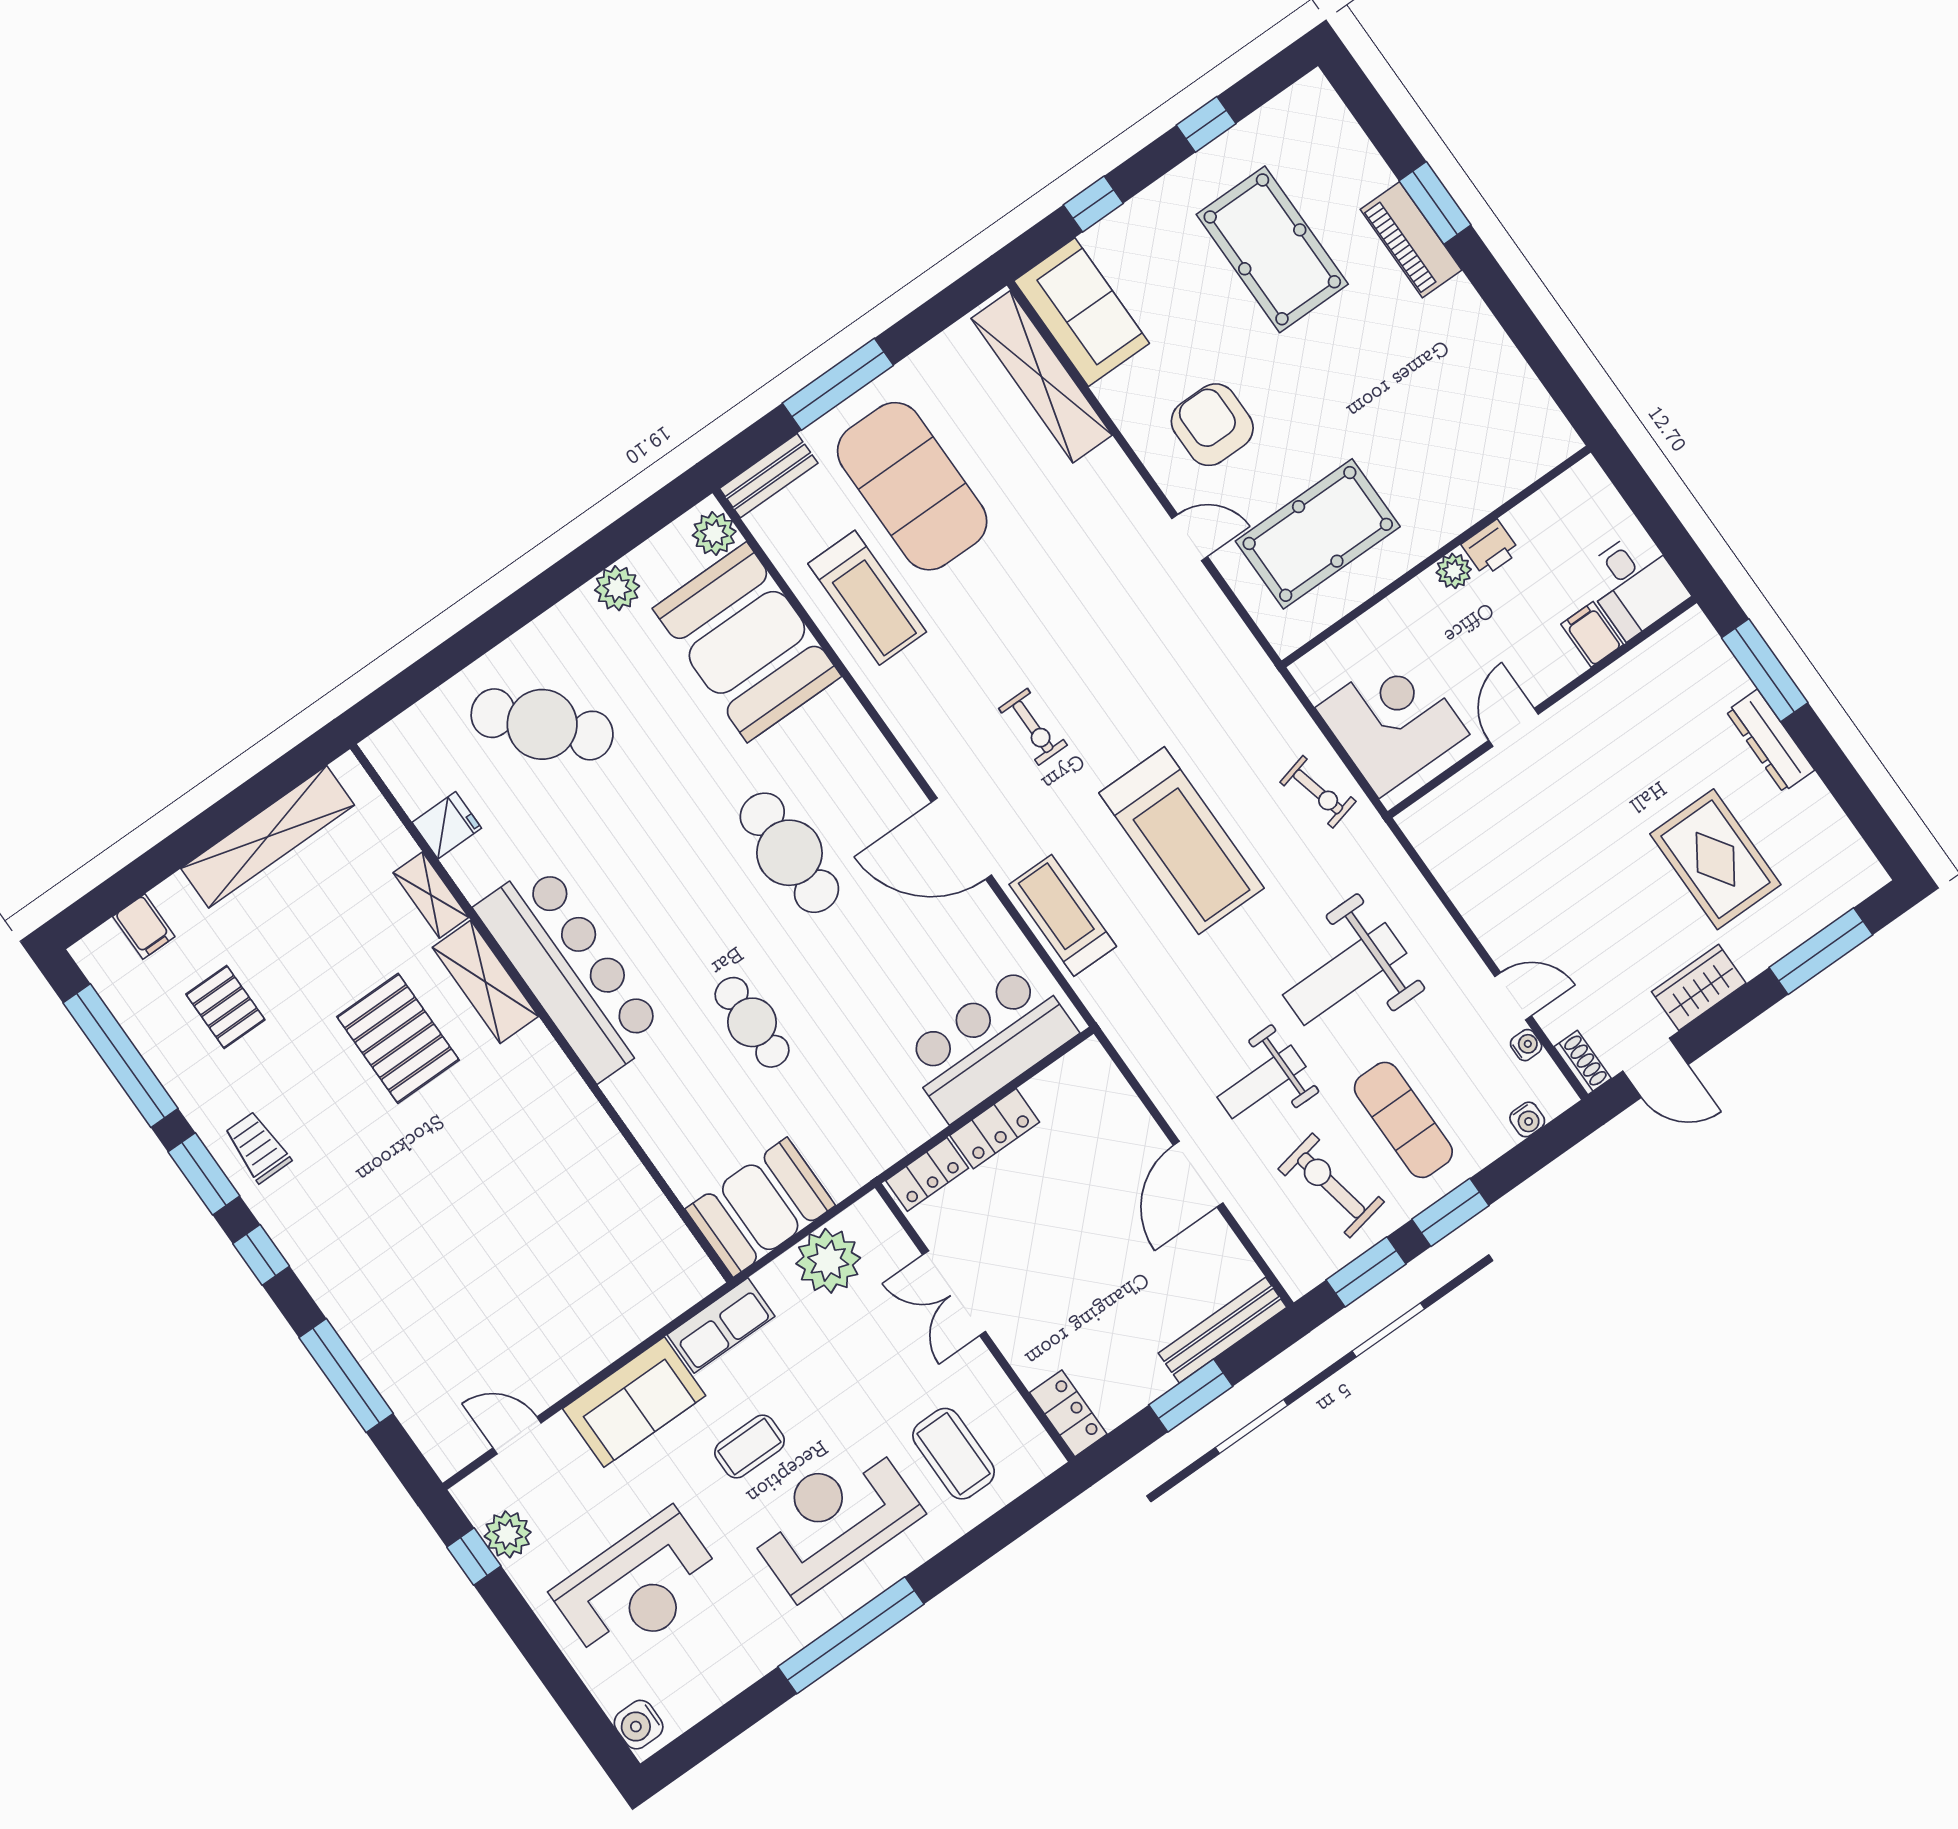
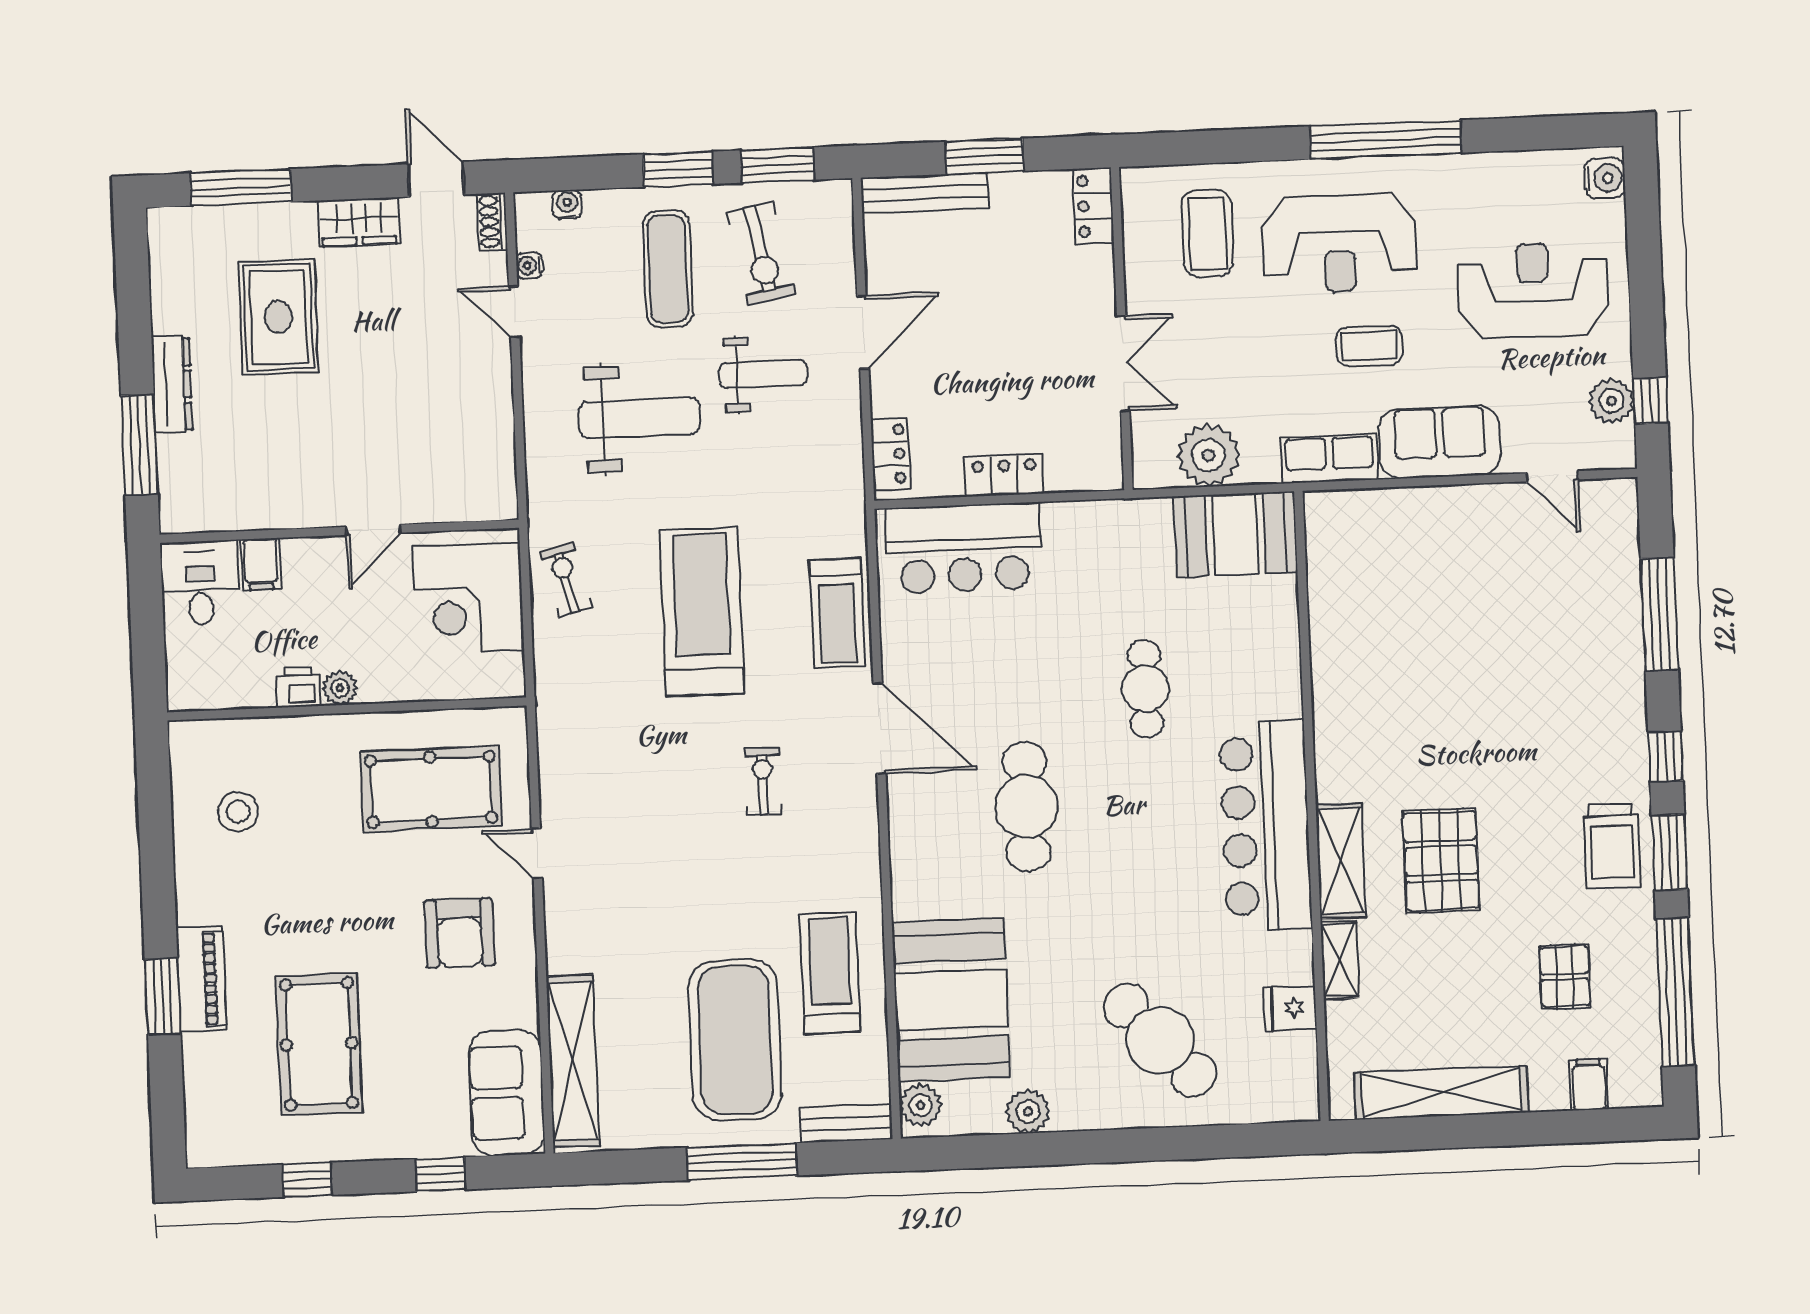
stool: (1473, 406) -> (238, 812), added
trolley: (258, 1147) -> (1612, 846), width x1.36, depth x1.39
locker: (927, 1174) -> (890, 454), moved, turned 90

